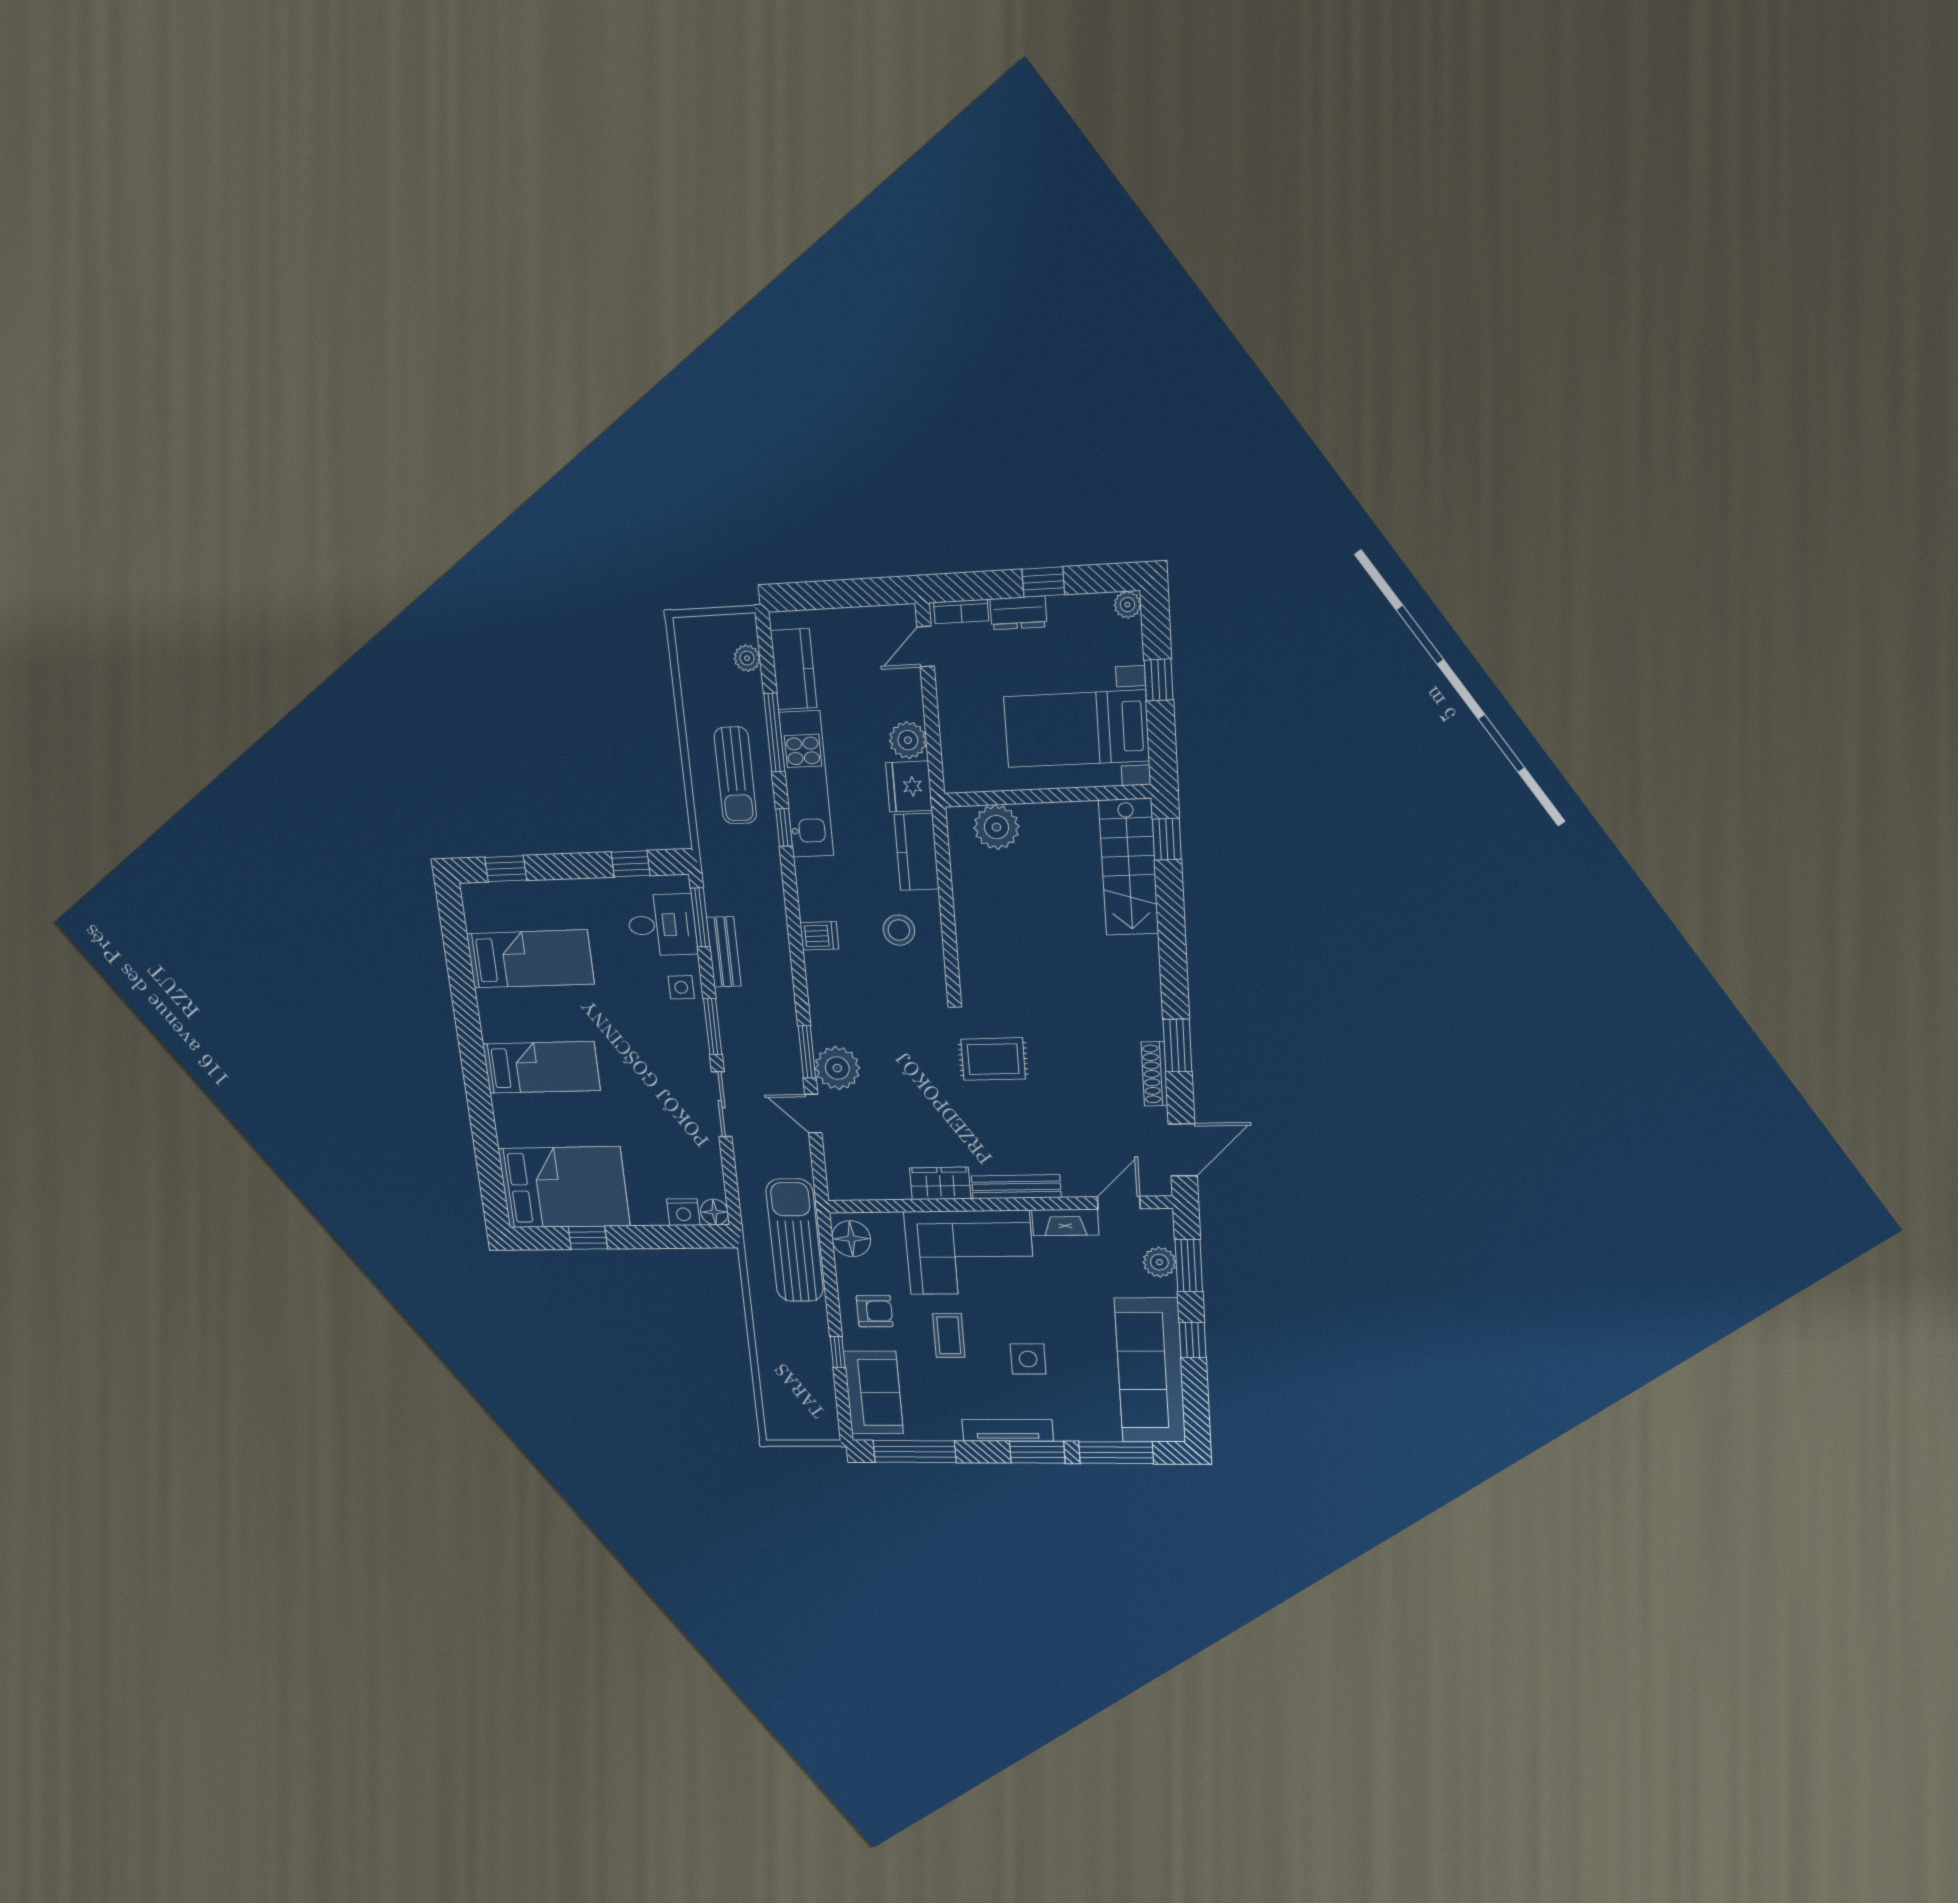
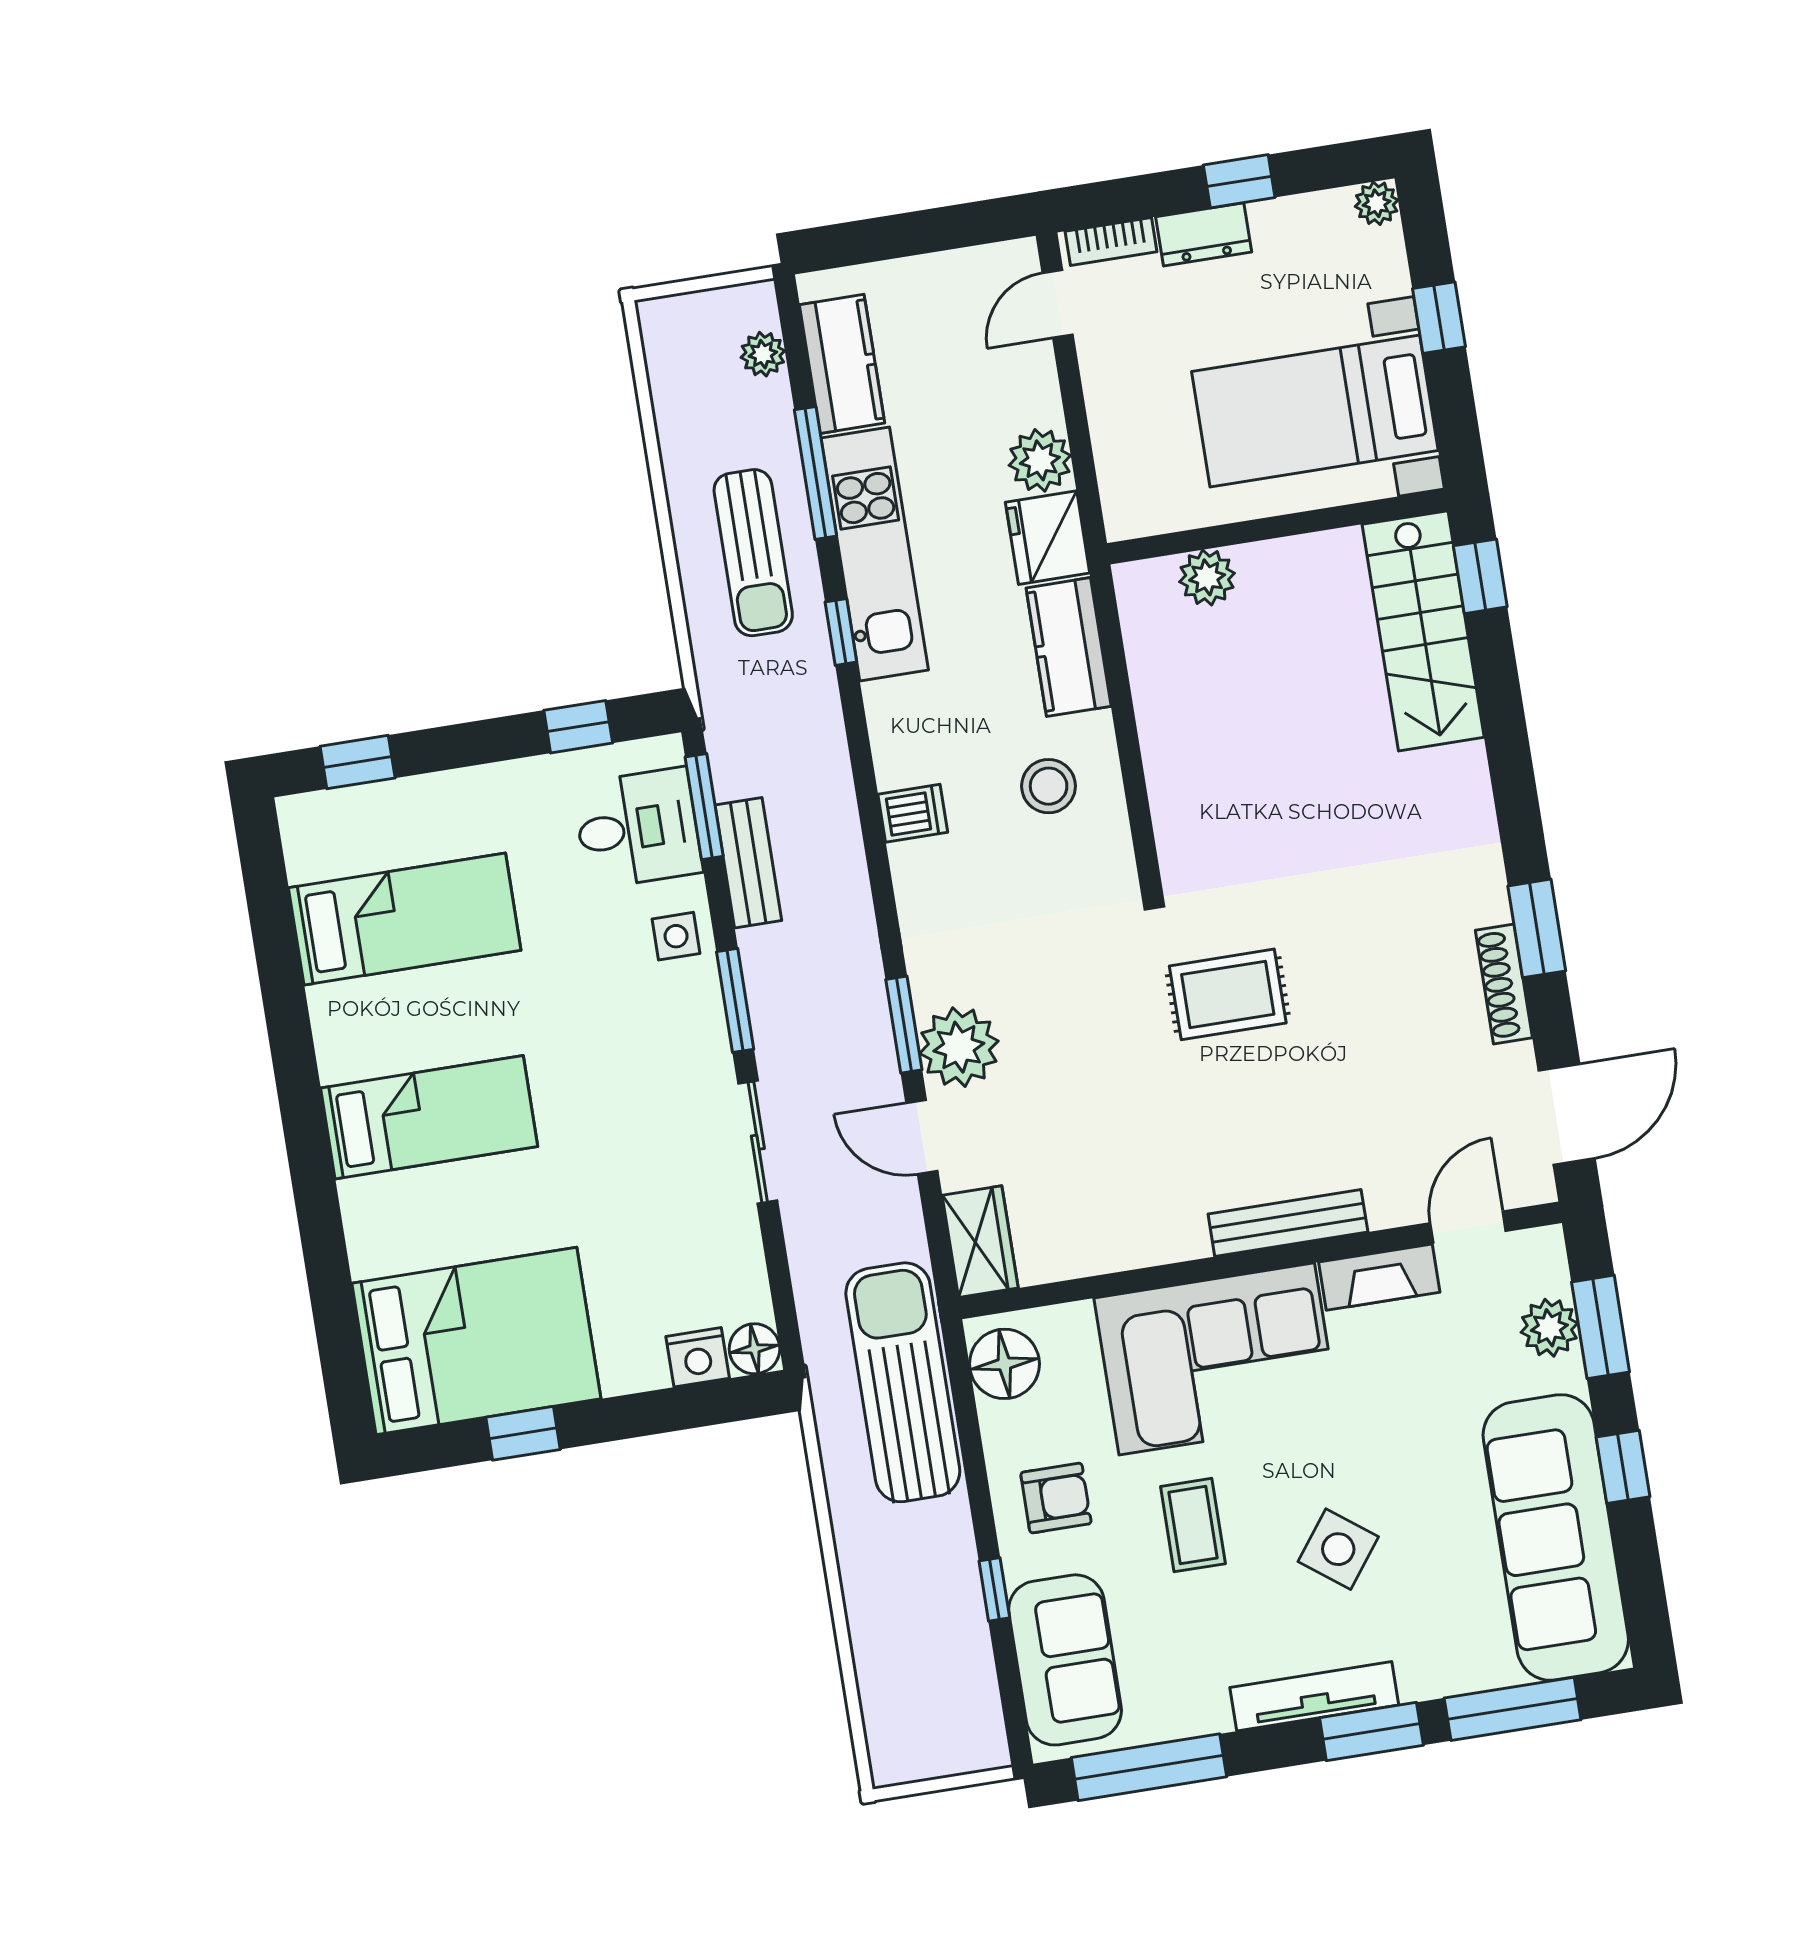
plant: (996, 827) -> (1207, 577), width x0.73, depth x0.73
wardrobe: (940, 1183) -> (980, 1242), moved, turned 90
side table: (1028, 1359) -> (1338, 1549), turned 37

